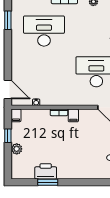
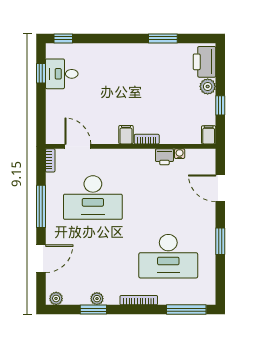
window: (8, 20) -> (220, 241), moved
door: (8, 89) -> (220, 188), moved
printer: (47, 100) -> (164, 157), added
printer: (46, 171) -> (204, 62), moved, turned 90

